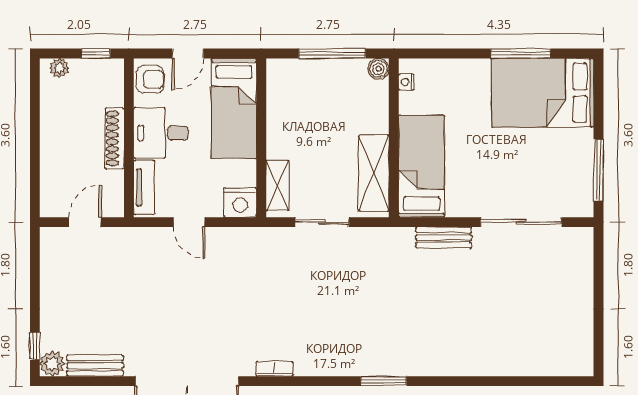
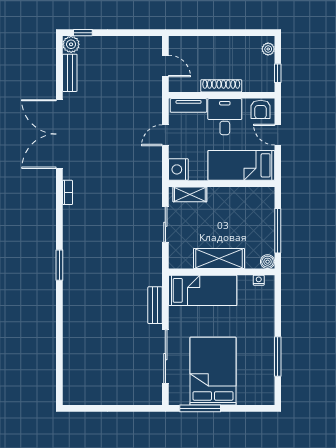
bed: (543, 93) -> (213, 371), moved
shelving: (374, 173) -> (219, 259), moved

